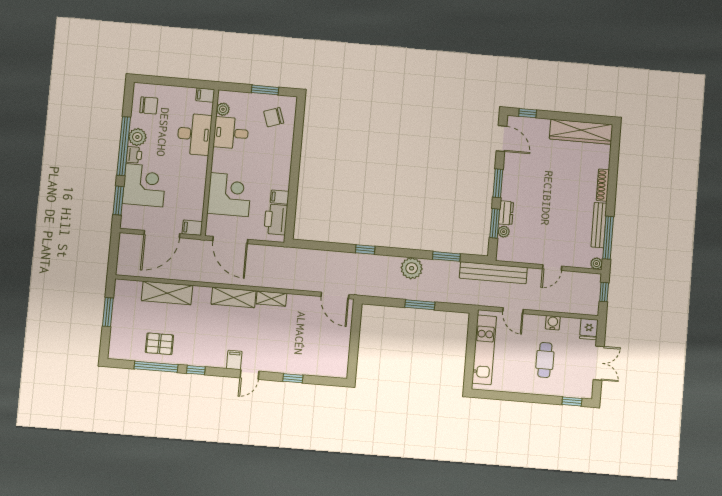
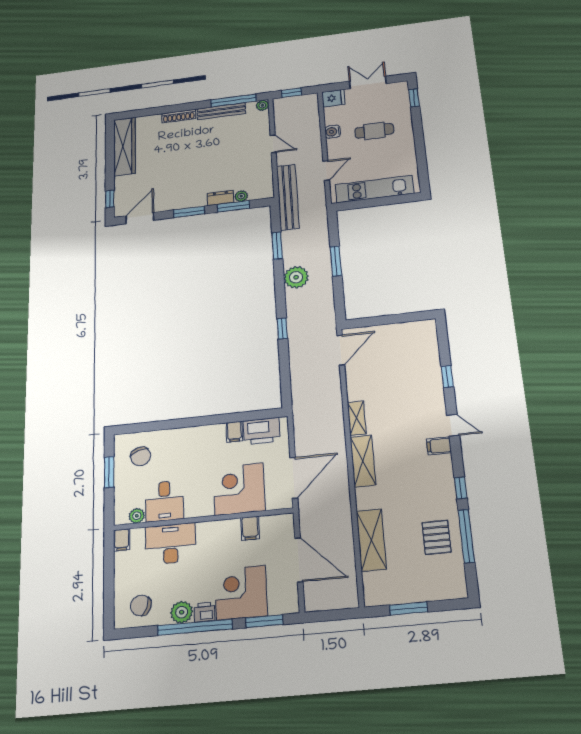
chair: (149, 105) -> (141, 605), turned -69
filing cabinet: (192, 228) -> (250, 528), moved

